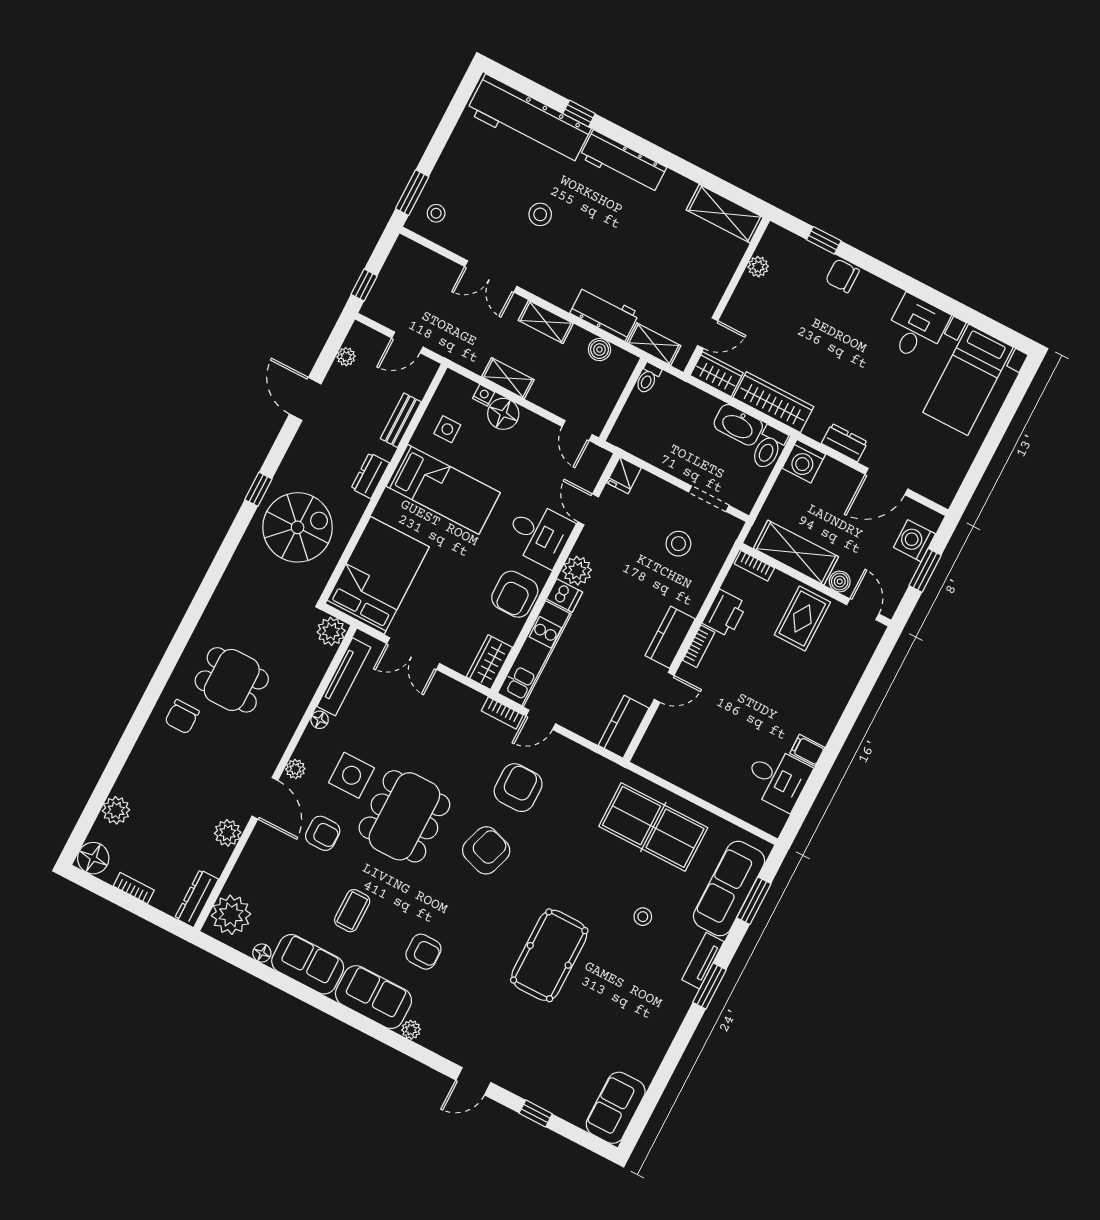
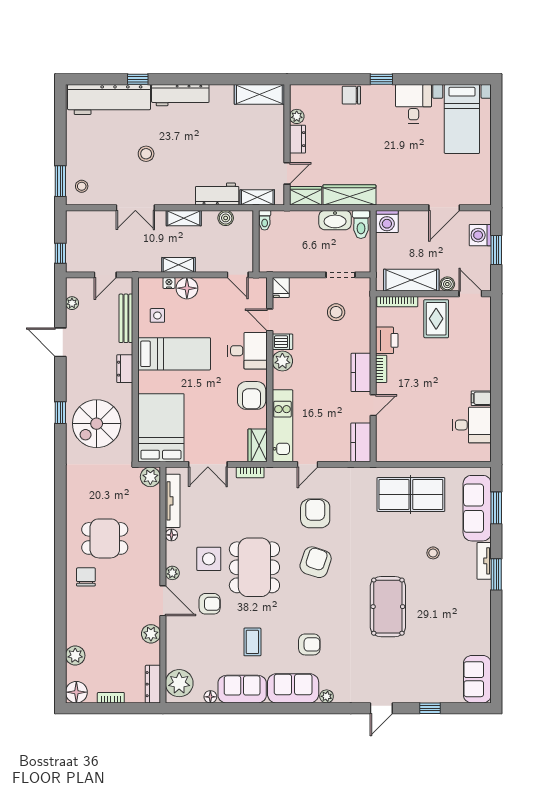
window: (824, 240) -> (381, 79), moved
bench: (401, 420) -> (126, 318), width x1.36
dresser: (845, 443) -> (297, 139), moved, turned 90
spiral stairs: (298, 527) -> (97, 424), turned 180
bookcase: (754, 566) -> (397, 302), width x1.56
dishwasher: (564, 595) -> (282, 342), moved
bookcase: (502, 713) -> (250, 472), moved
chair: (182, 717) -> (86, 577), turned 180

